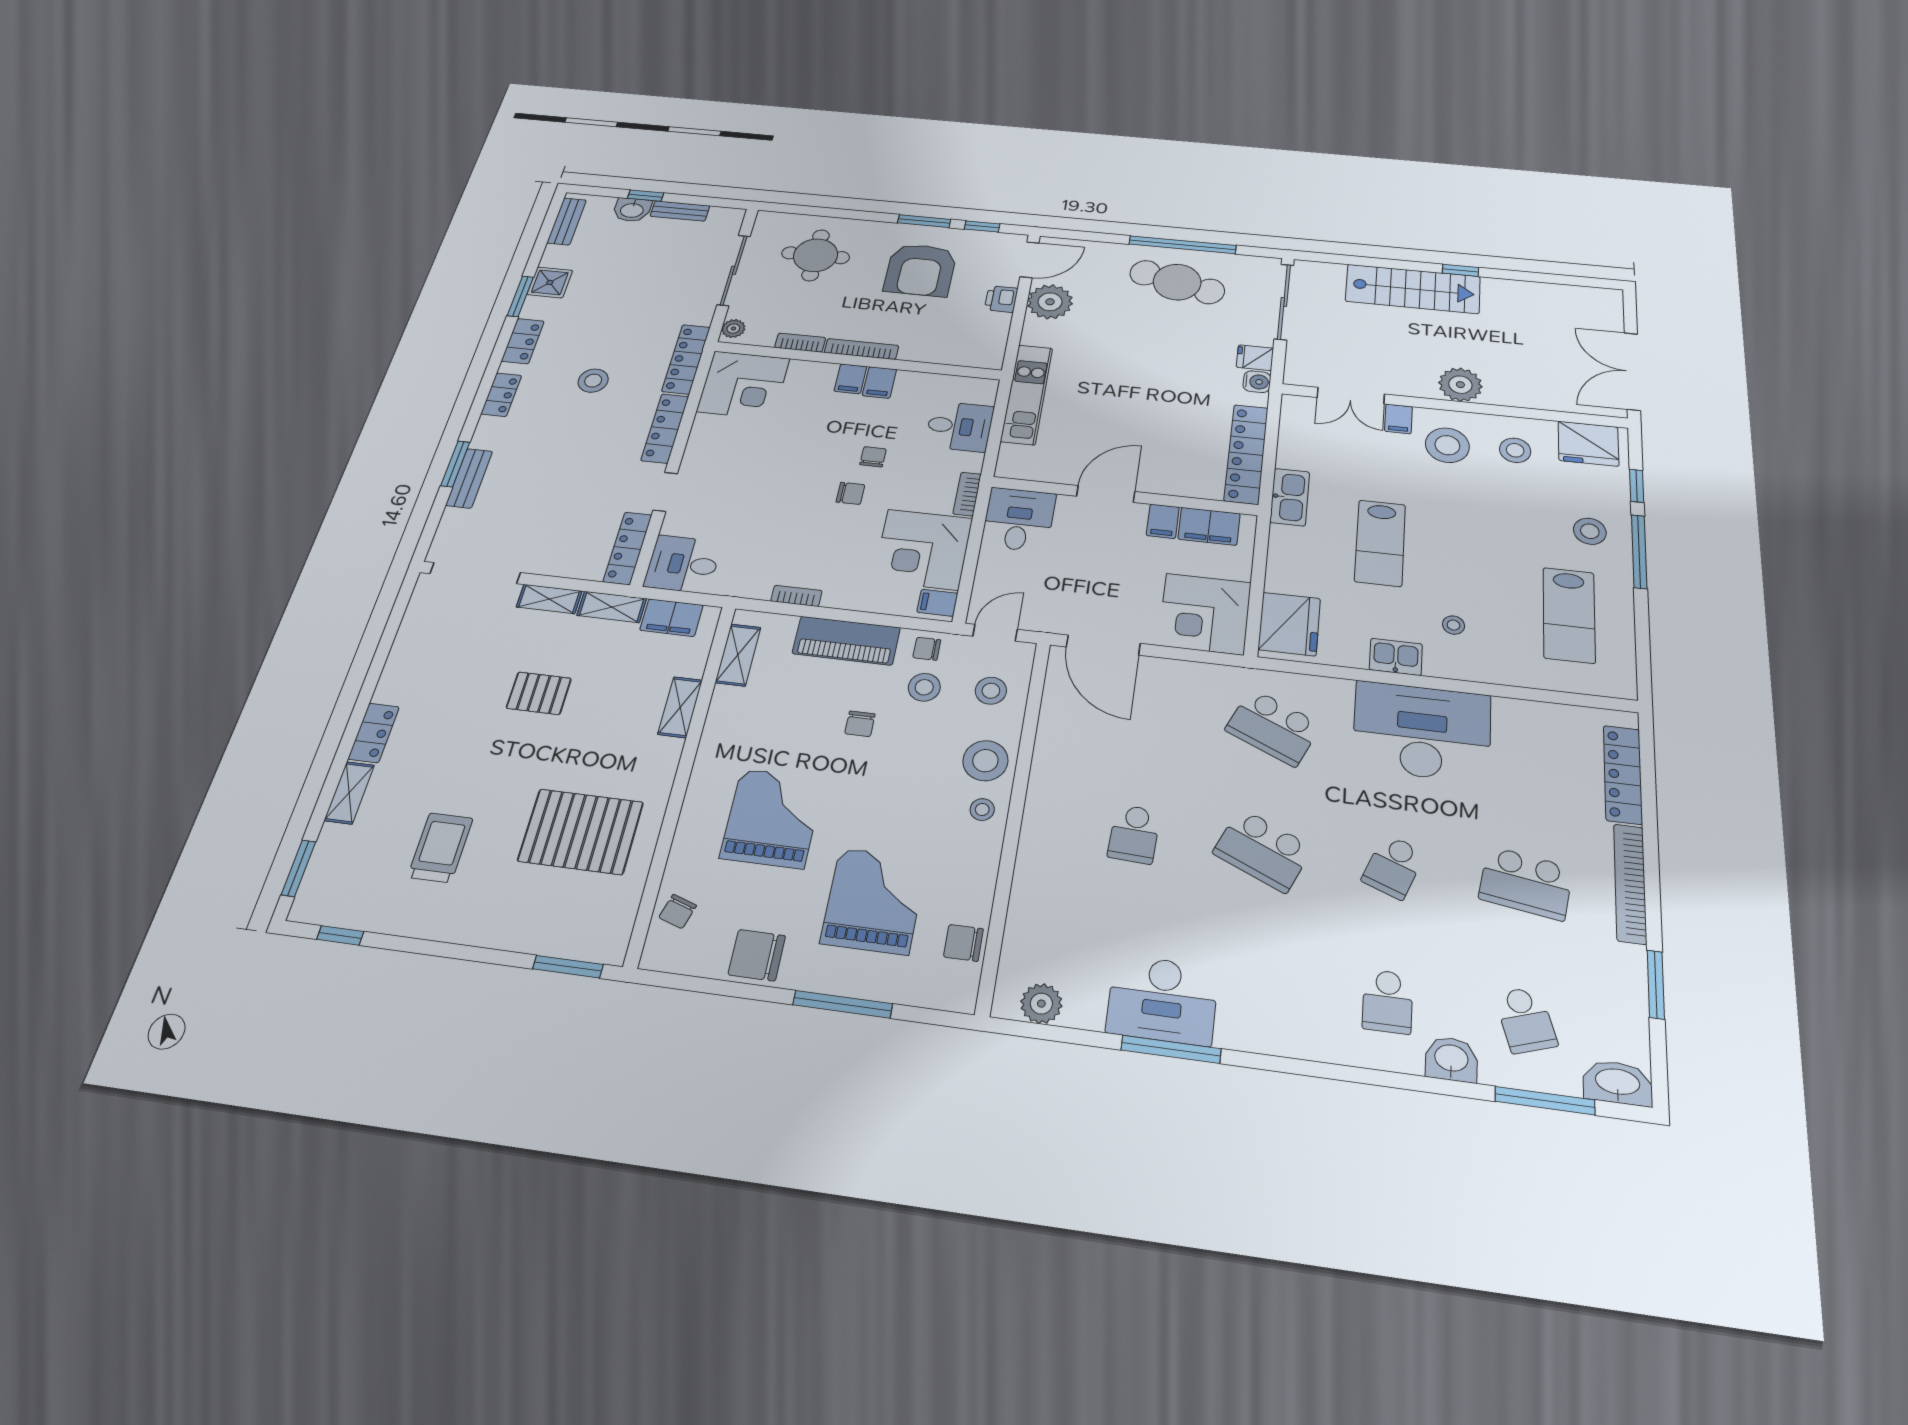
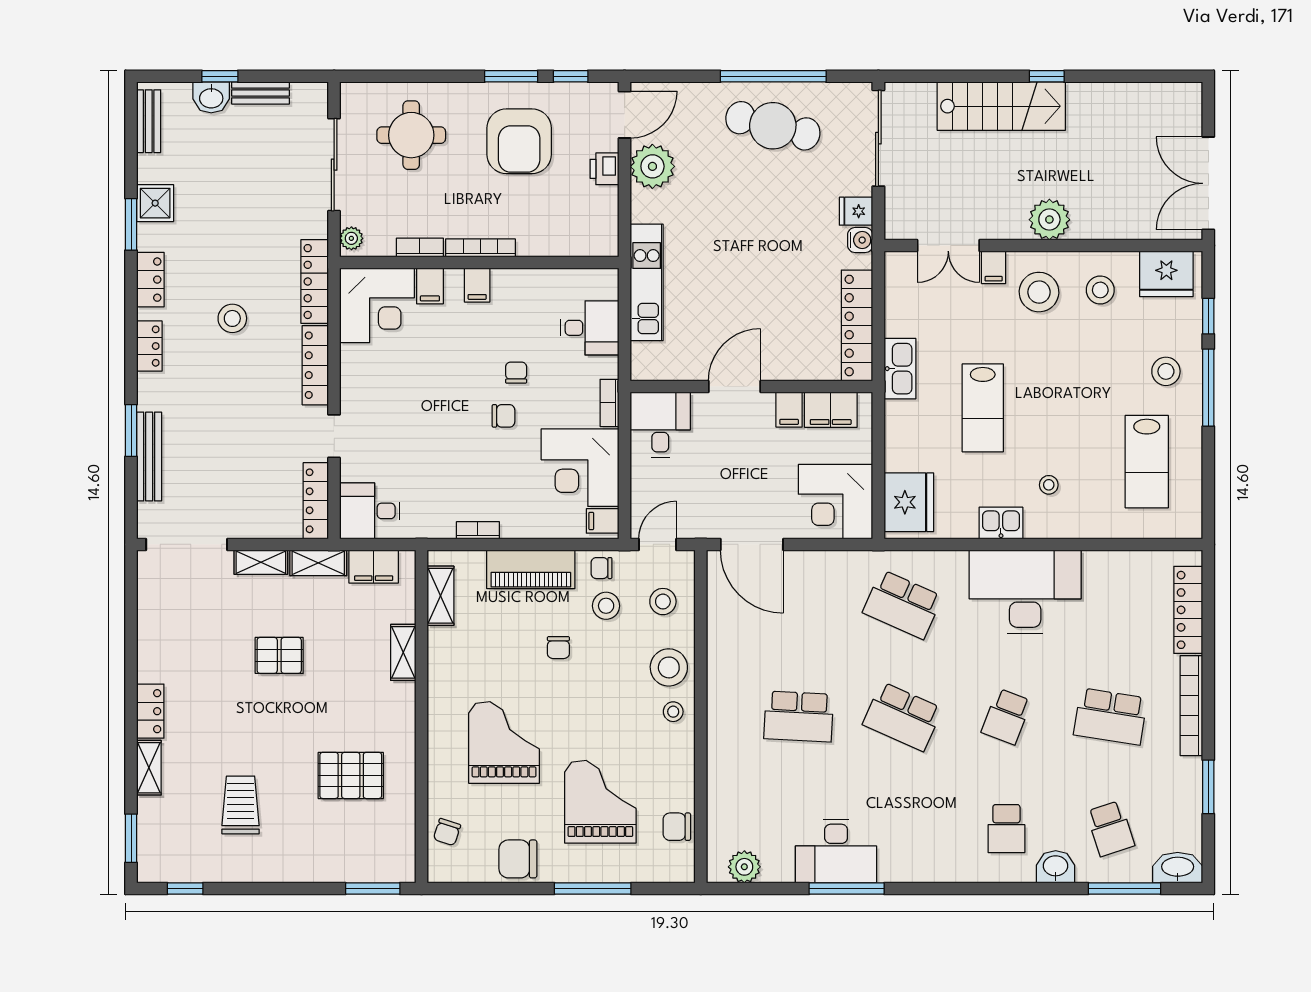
filing cabinet: (879, 382) -> (430, 286), moved
bench: (469, 478) -> (149, 457), width x1.36
pallet: (581, 832) -> (351, 775), width x0.73, depth x0.71
school desk: (1134, 834) -> (799, 717), width x1.85

